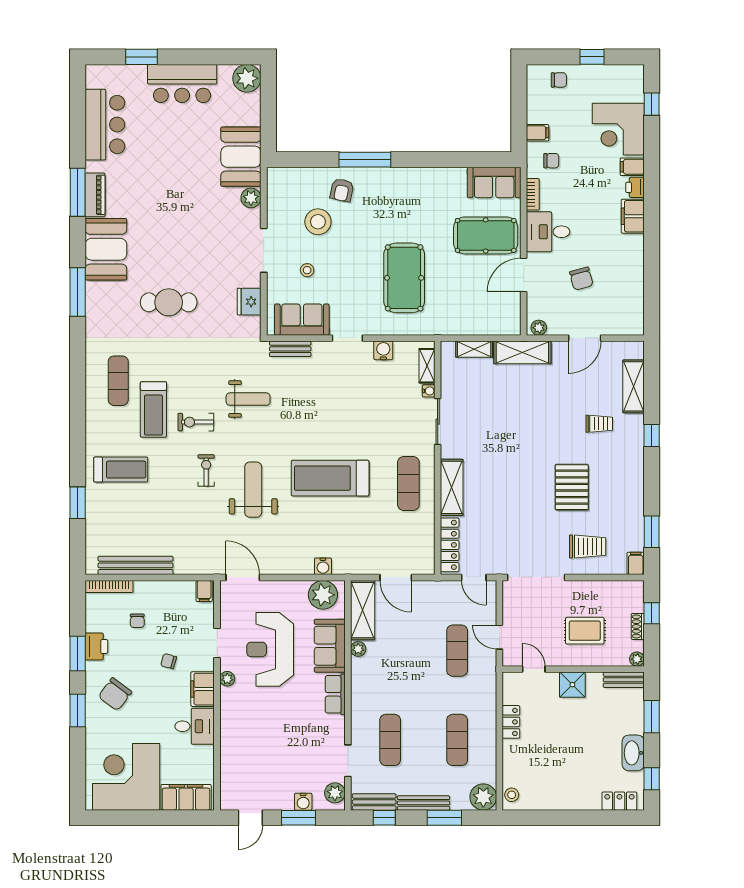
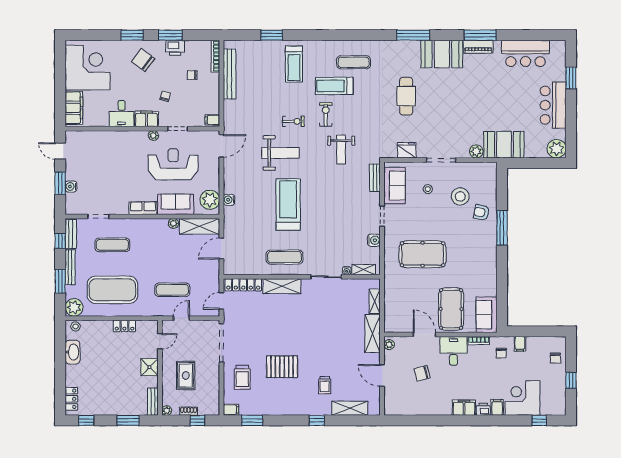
exercise mat: (457, 740) -> (112, 290), width x2.00, depth x1.45
washbasin: (633, 753) -> (73, 352), moved, turned 90
plant: (335, 793) -> (77, 208), removed

